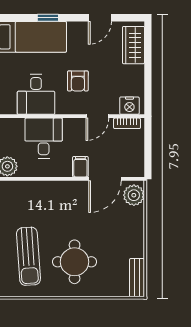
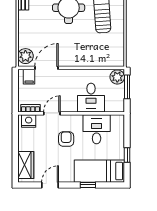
filing cabinet: (80, 167) -> (29, 77), moved

